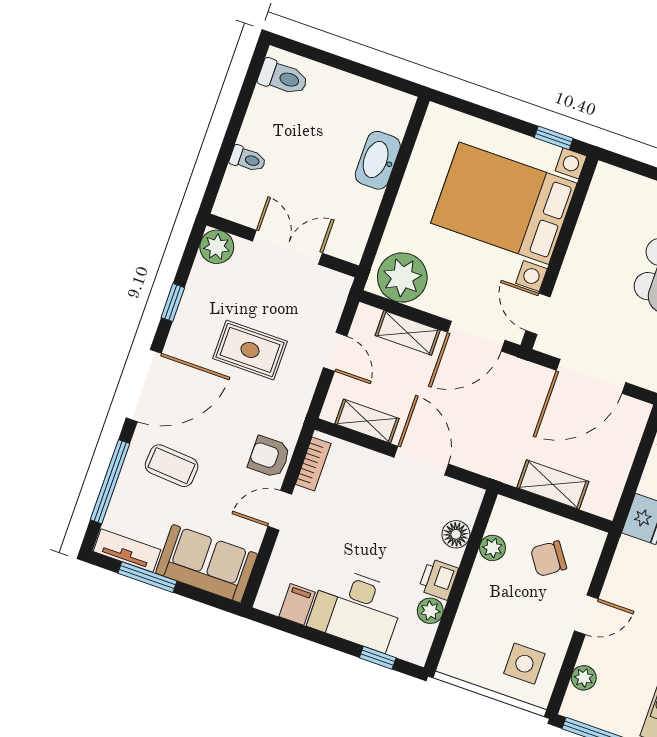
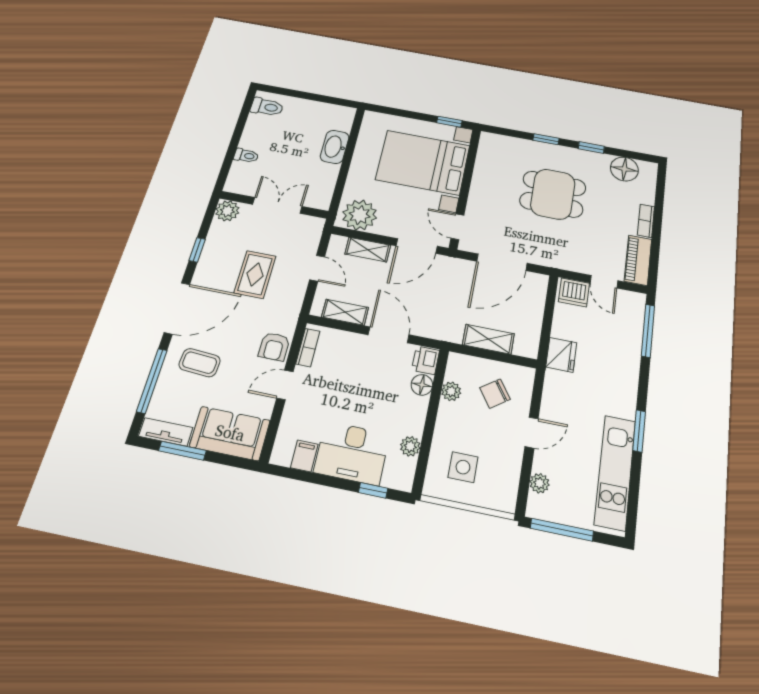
rug: (250, 350) -> (255, 274), turned 90
armchair: (269, 457) -> (274, 347), turned -90
printer: (438, 579) -> (426, 360), moved
side table: (524, 664) -> (463, 467), moved

